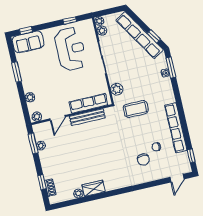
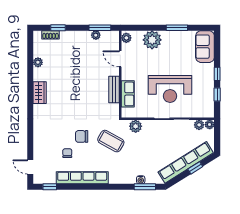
window: (26, 31) -> (217, 74), moved
window: (154, 36) -> (195, 168), moved
reception desk: (70, 49) -> (170, 89), moved
plant: (30, 97) -> (152, 40), width x1.87, depth x1.87
row of seats: (88, 103) -> (128, 94), width x0.68
coffee table: (136, 109) -> (111, 141), turned -61
bench: (87, 117) -> (114, 89), width x0.73
chair: (143, 159) -> (82, 136), moved
wardrobe: (94, 188) -> (40, 93), moved

